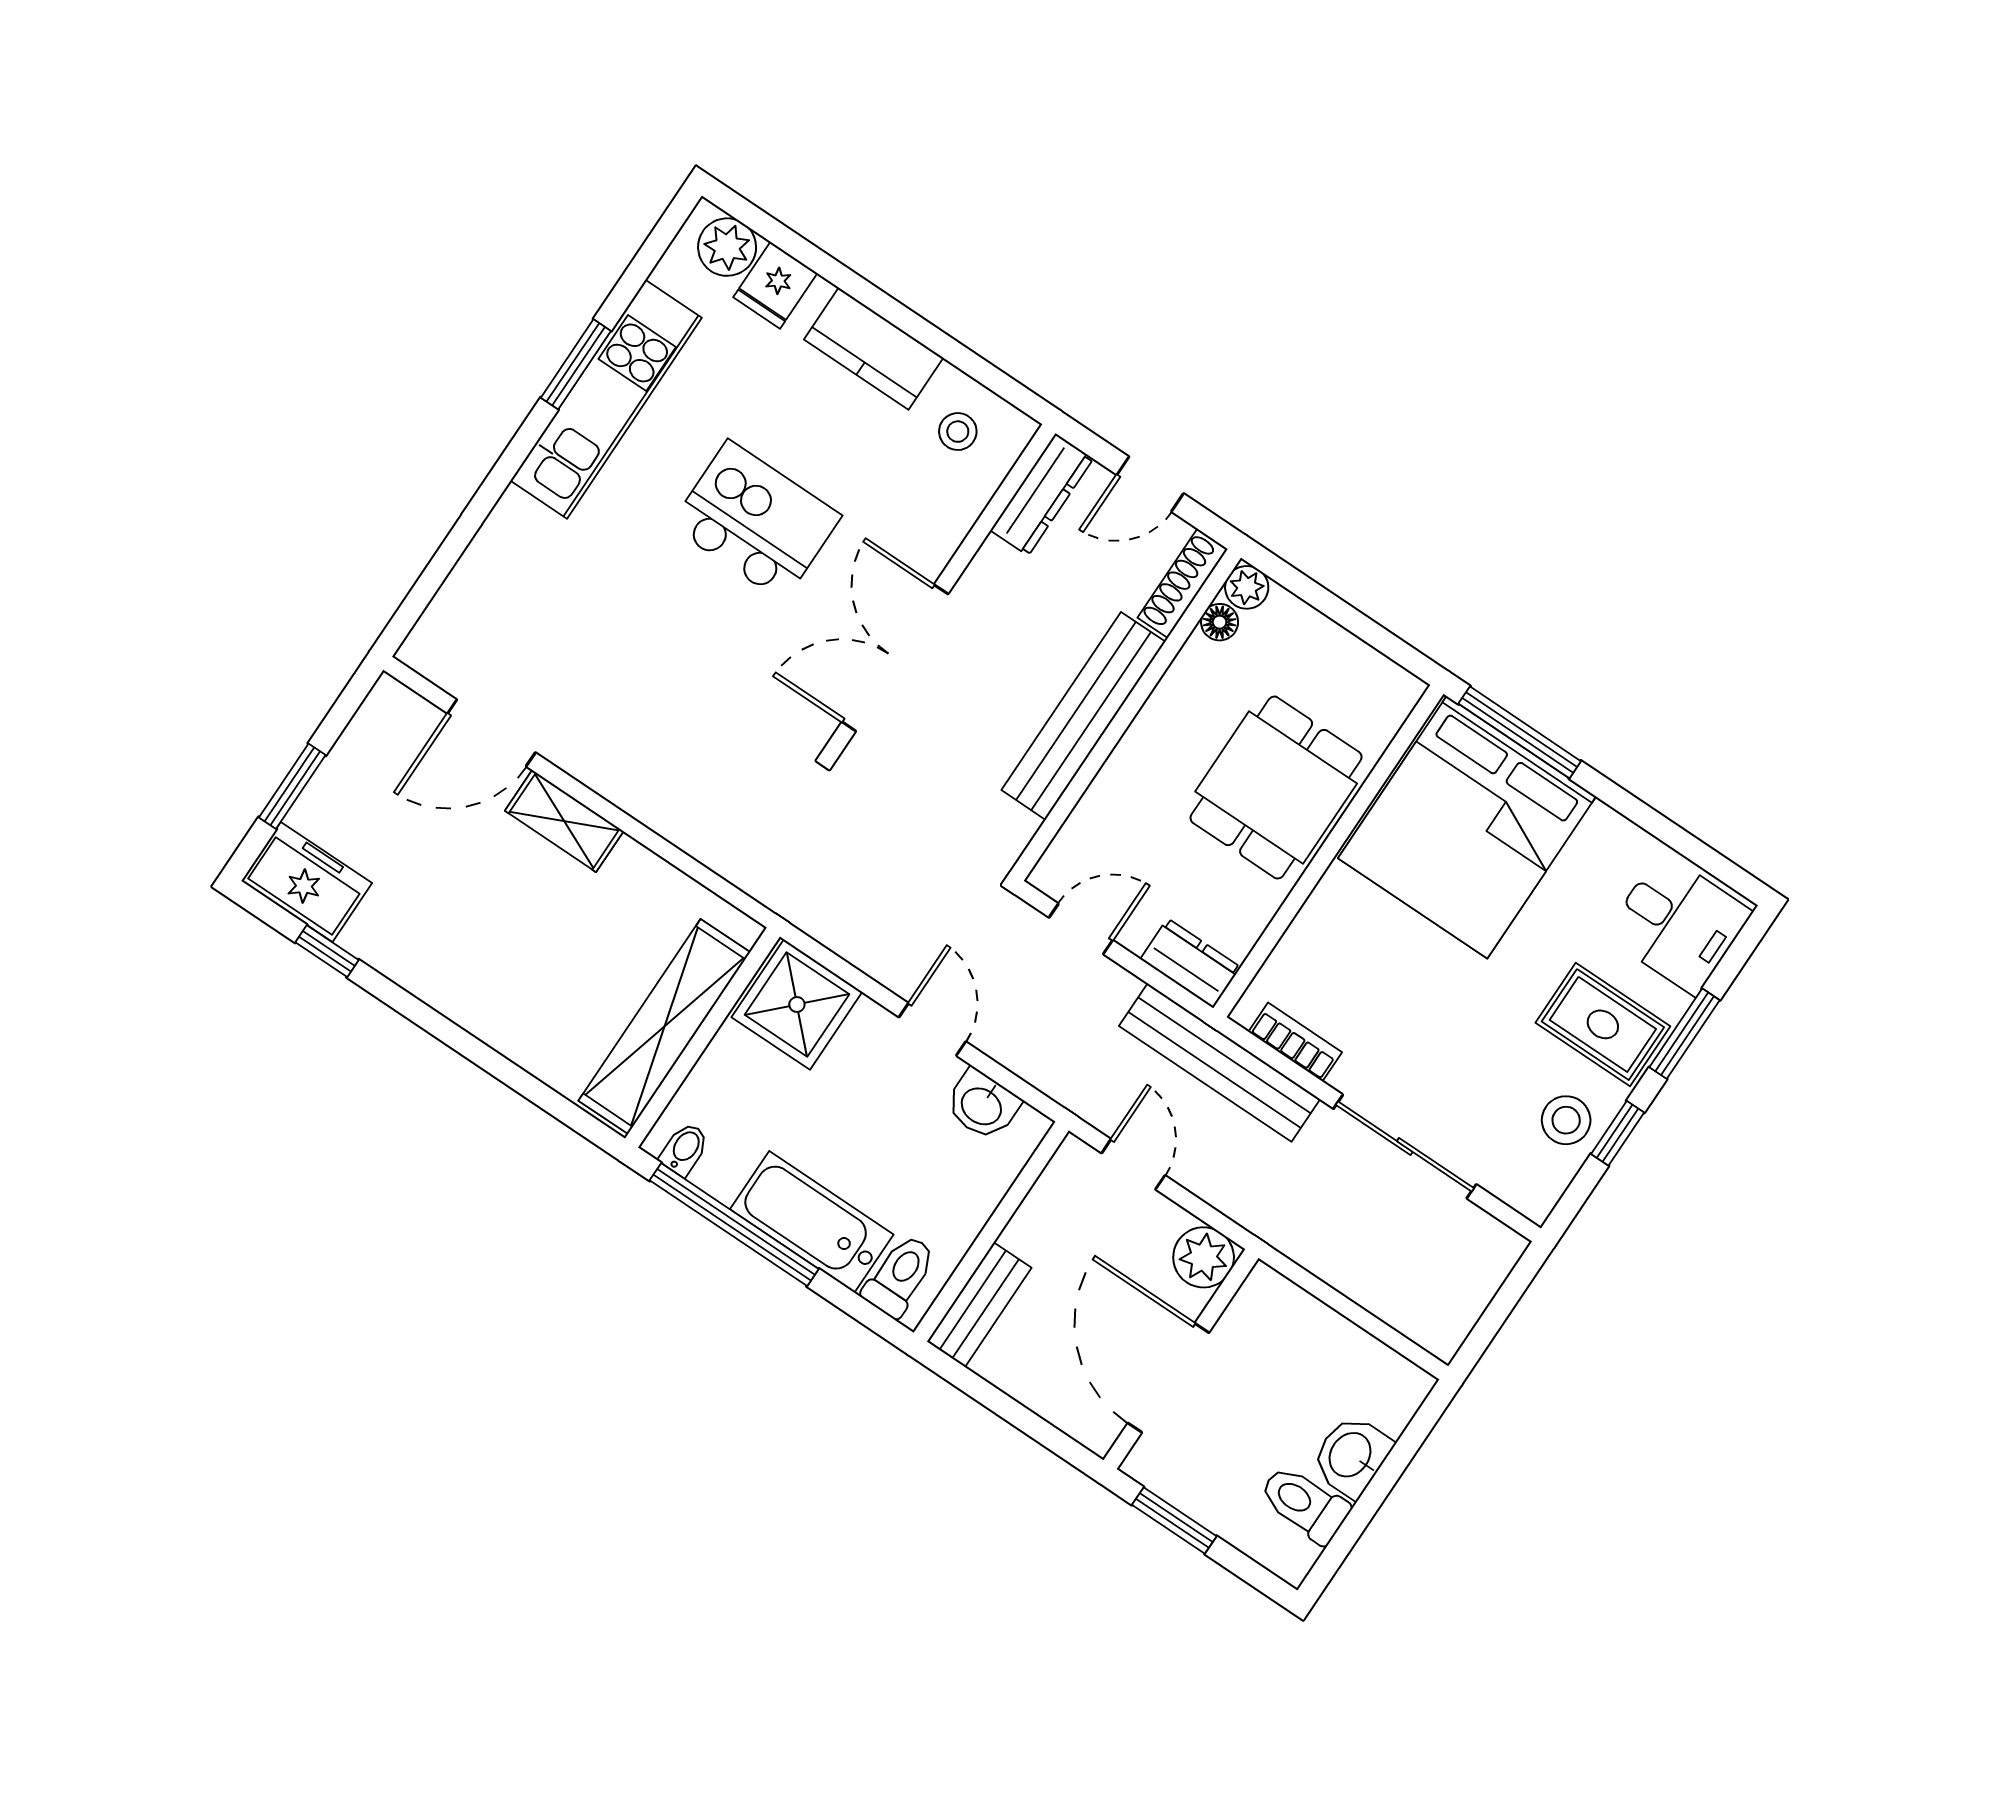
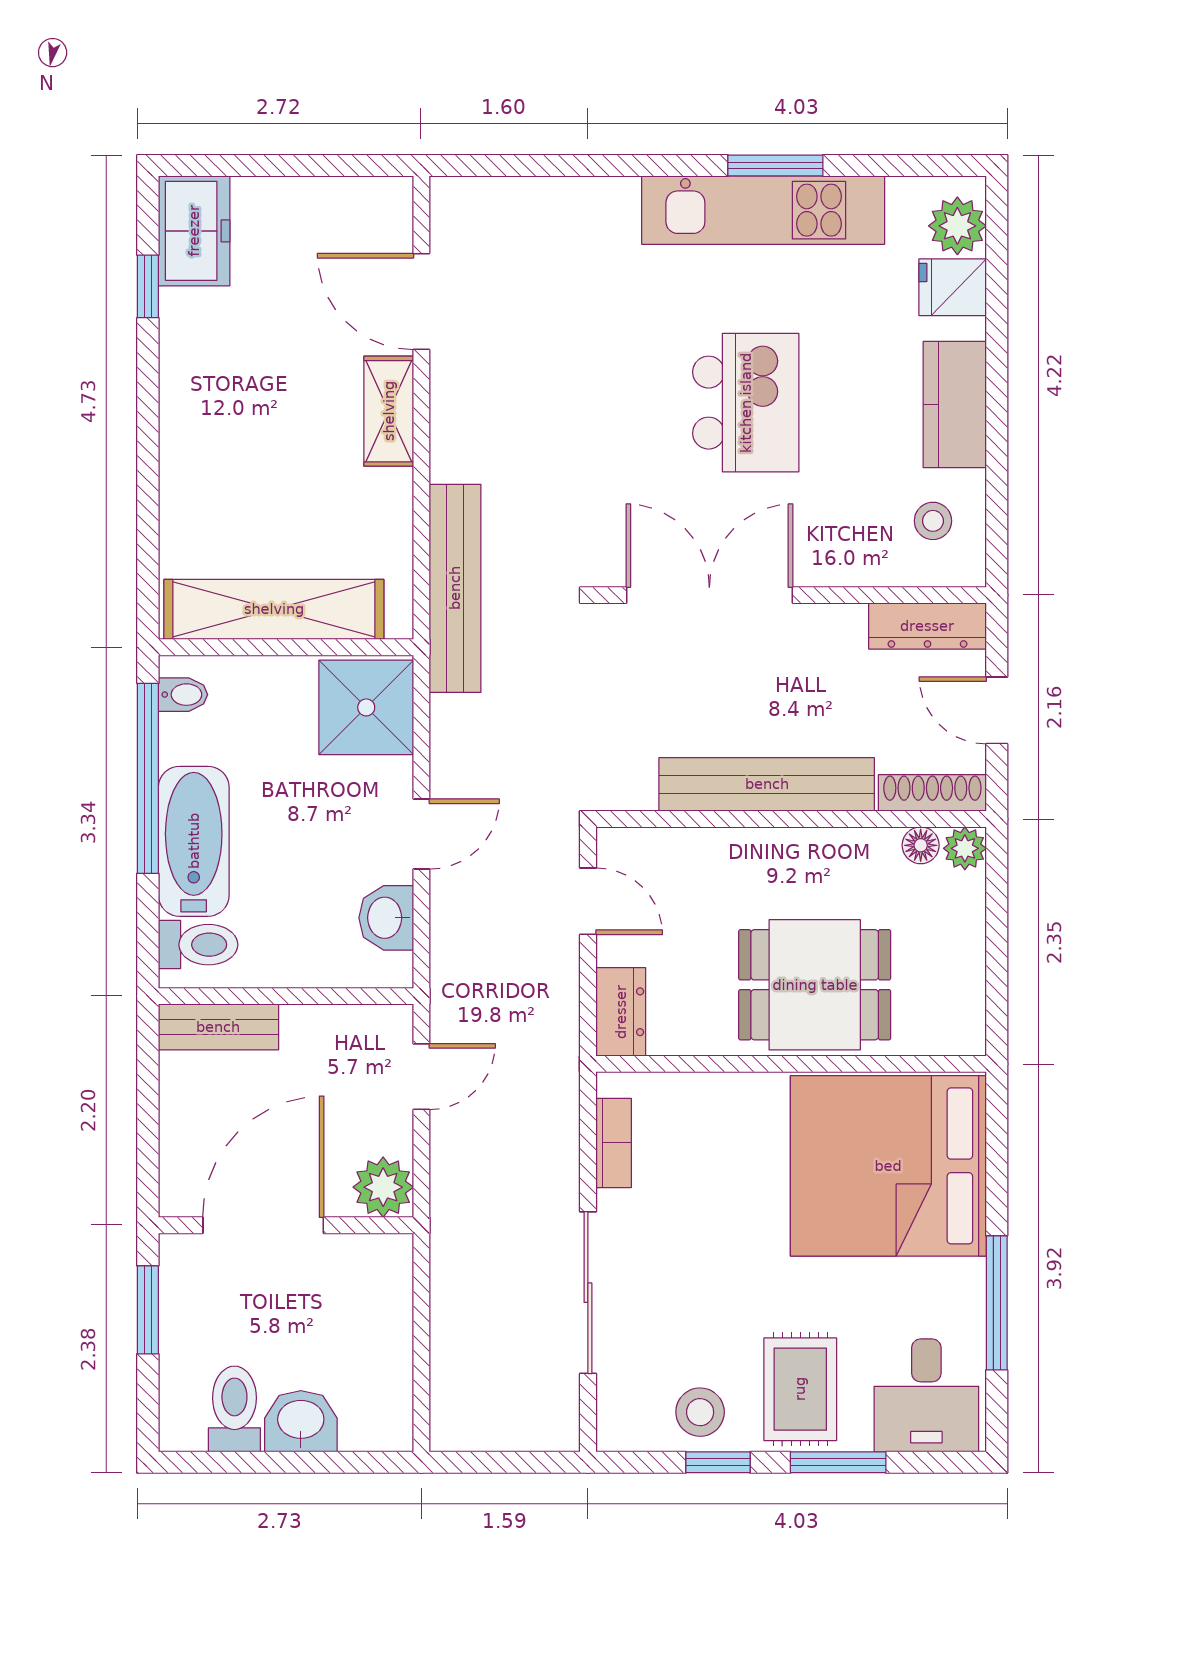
window: (1520, 732) -> (997, 1303), moved
window: (292, 786) -> (266, 165), removed
bench: (1220, 1063) -> (455, 588), moved

